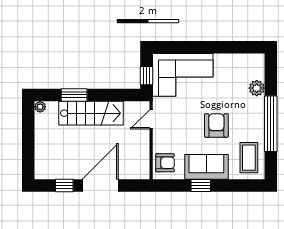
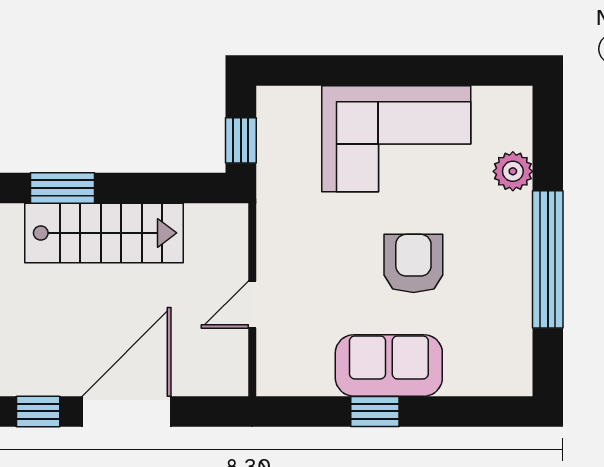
corner sofa: (183, 75) -> (396, 139), moved
door: (151, 119) -> (252, 305), moved
coffee table: (249, 158) -> (494, 343), removed
armchair: (165, 163) -> (287, 355), removed

